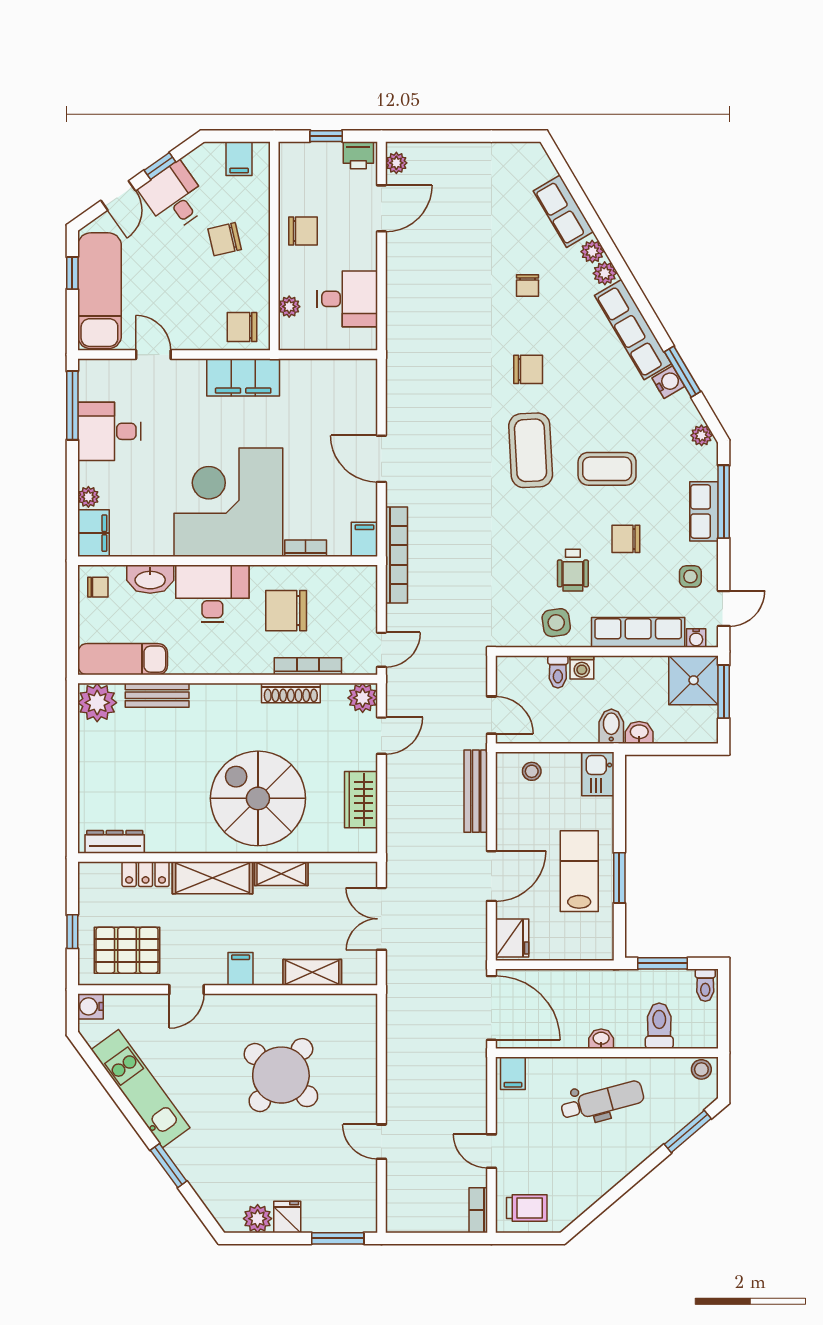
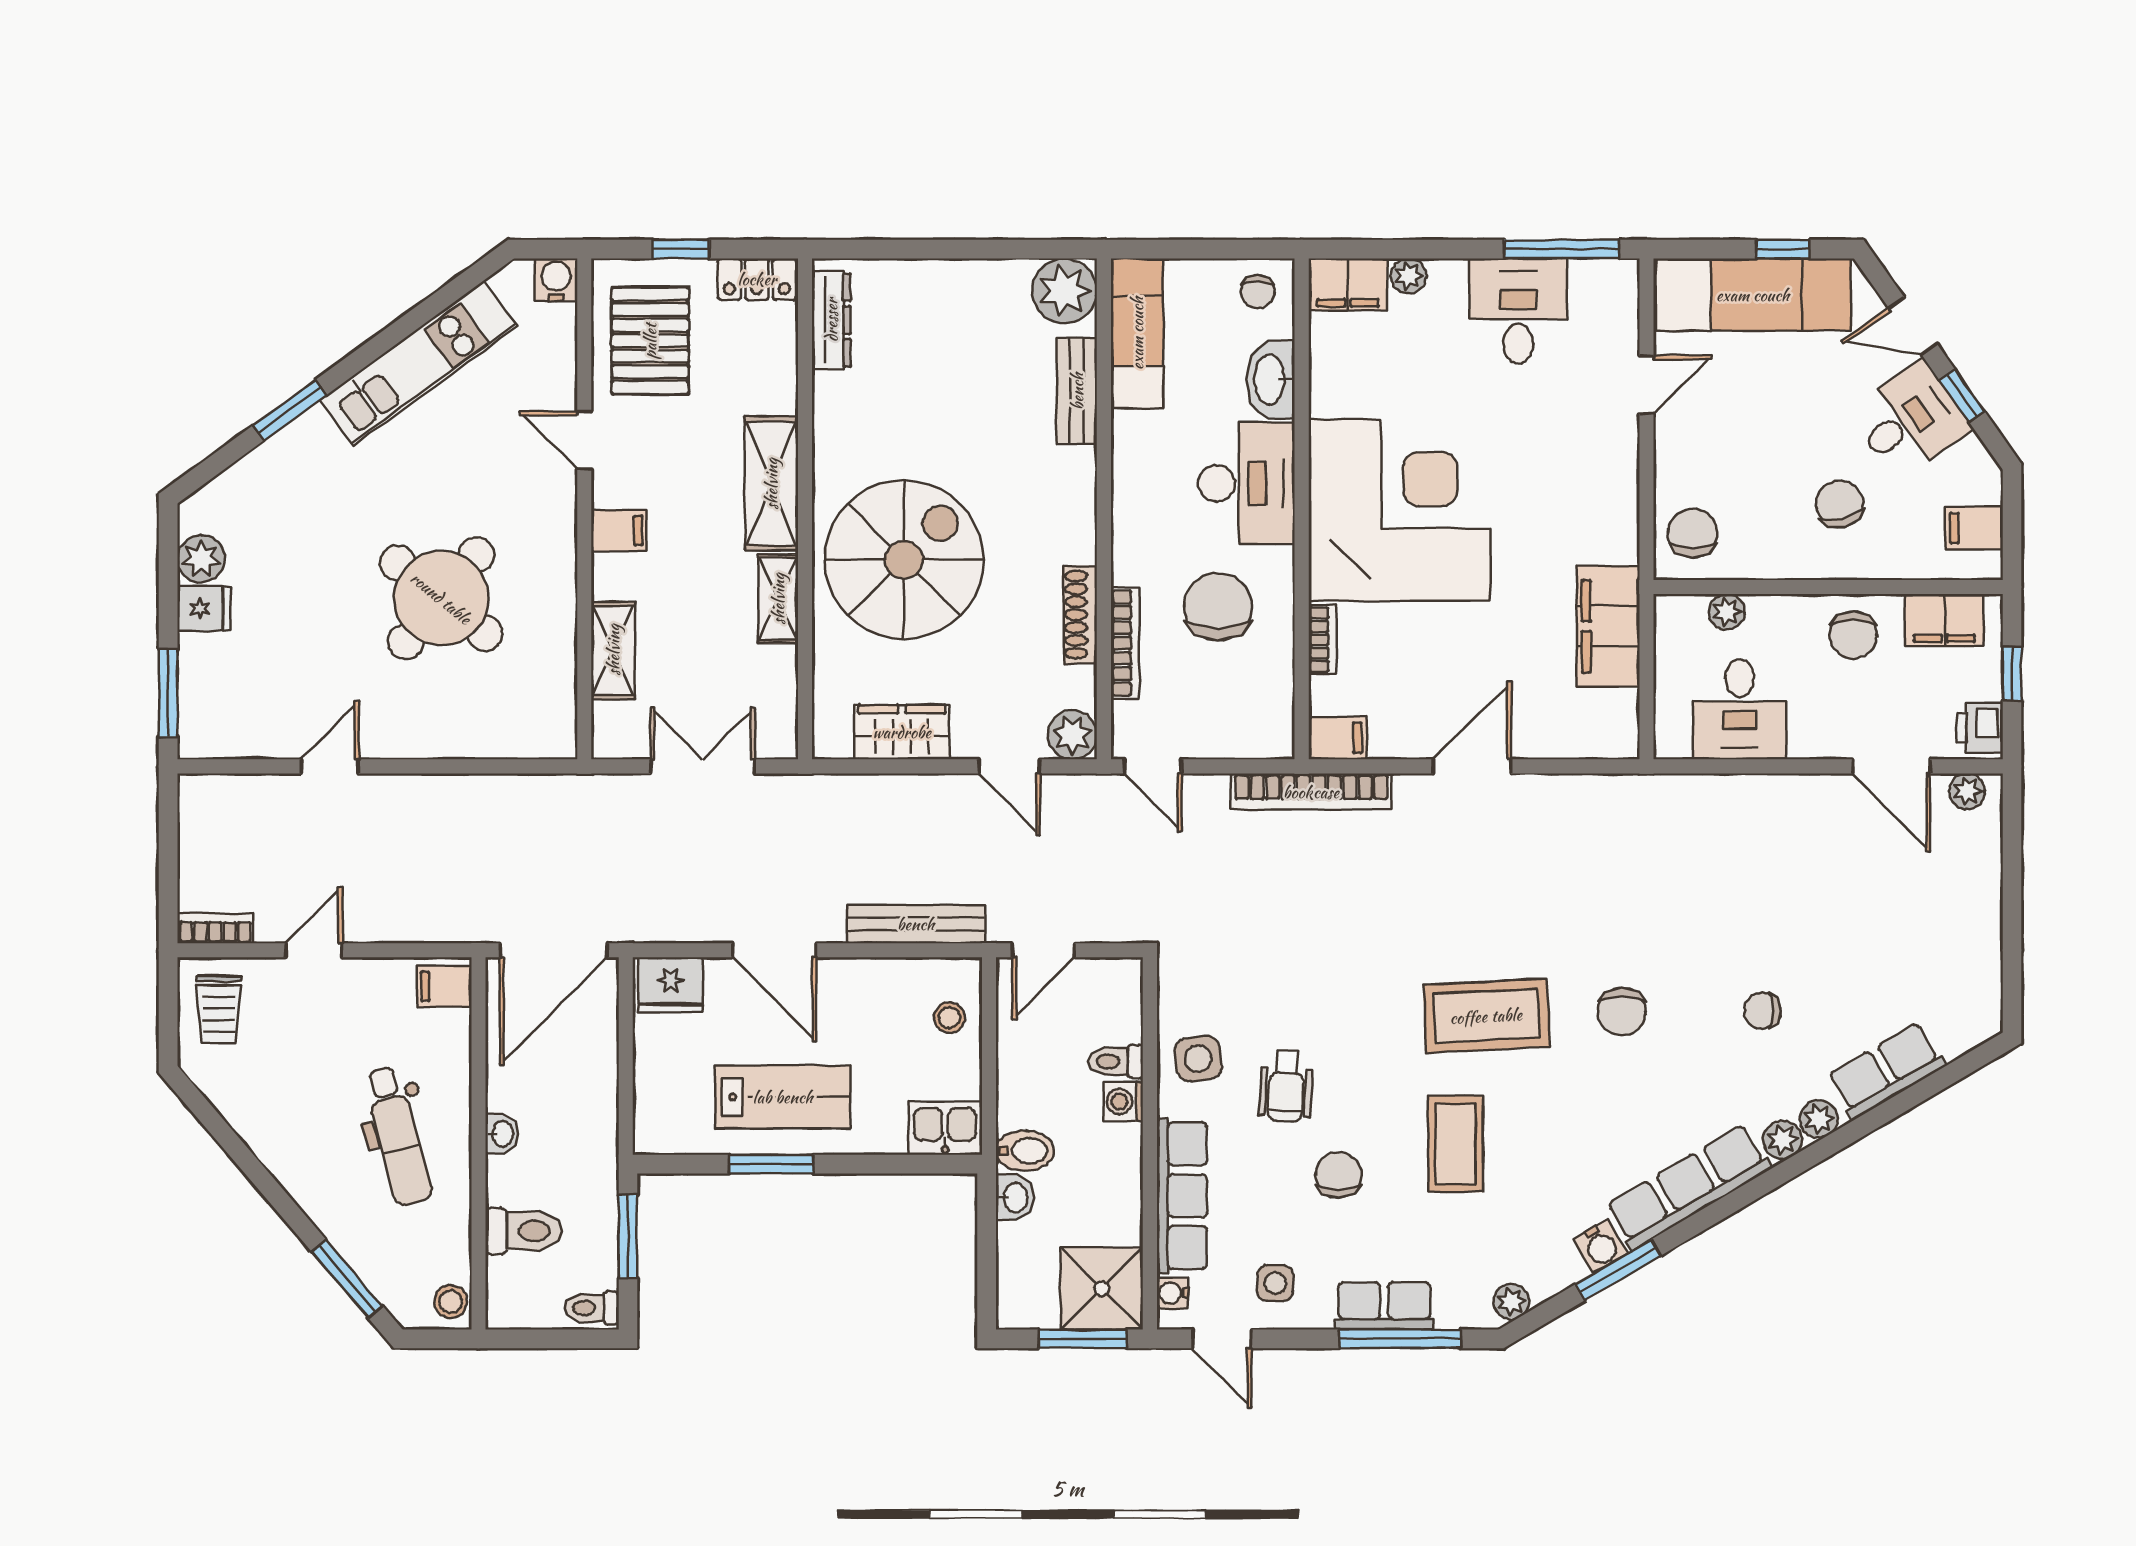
filing cabinet: (294, 177) -> (1944, 620), added
filing cabinet: (243, 377) -> (1608, 626), moved
wheelchair: (573, 570) -> (1286, 1086), turned -87
locker: (146, 874) -> (757, 279), moved, turned -90

